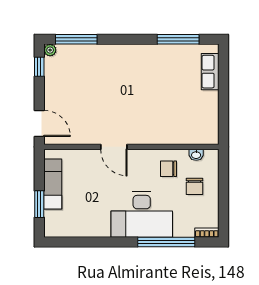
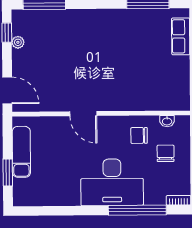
plant: (50, 50) -> (18, 42), moved
chair: (194, 186) -> (166, 153), turned 180

